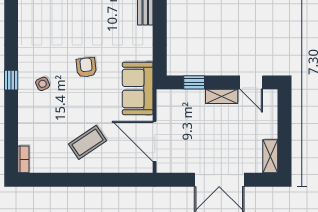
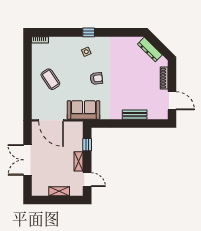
door: (251, 82) -> (87, 180), swing flipped
door: (155, 141) -> (51, 120), swing flipped
shelving: (270, 156) -> (59, 191), moved

